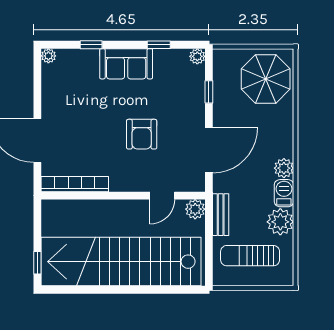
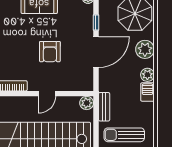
door: (209, 150) -> (96, 52), moved
door: (162, 196) -> (47, 94), moved
plant: (280, 222) -> (145, 49), moved

